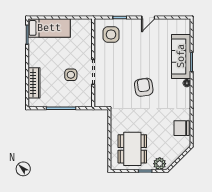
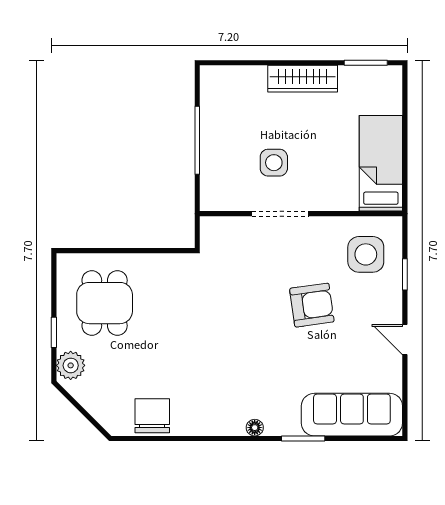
bed: (49, 28) -> (381, 163), moved, turned 180
sofa: (181, 56) -> (352, 415), moved
wardrobe: (34, 83) -> (303, 79), moved
armchair: (144, 87) -> (312, 305), moved
dining table: (132, 149) -> (105, 303), width x0.73

